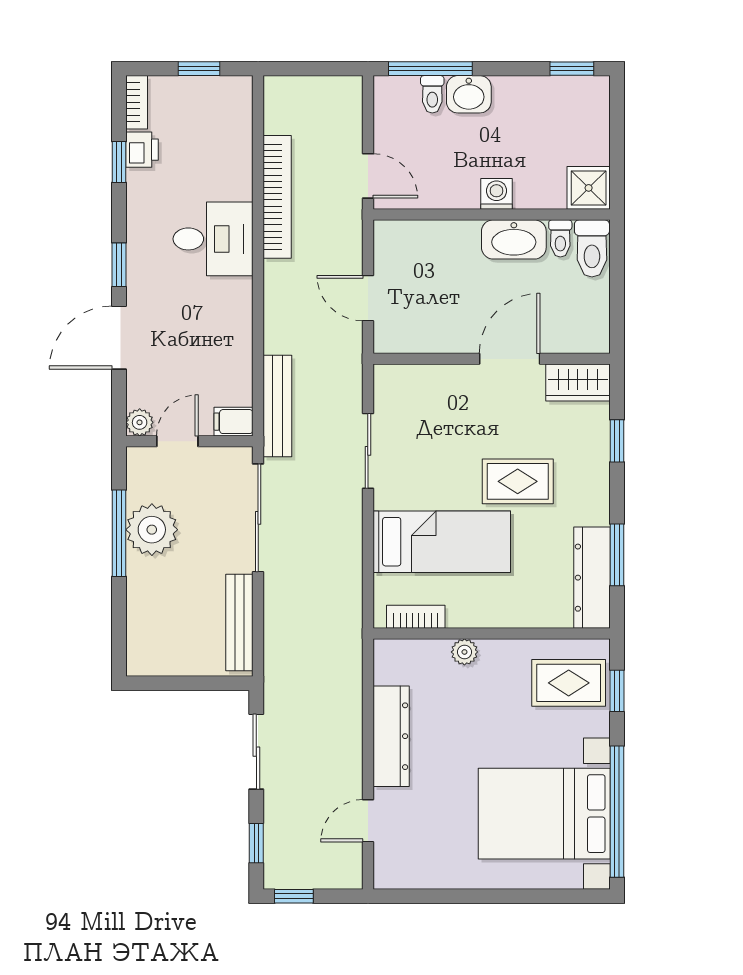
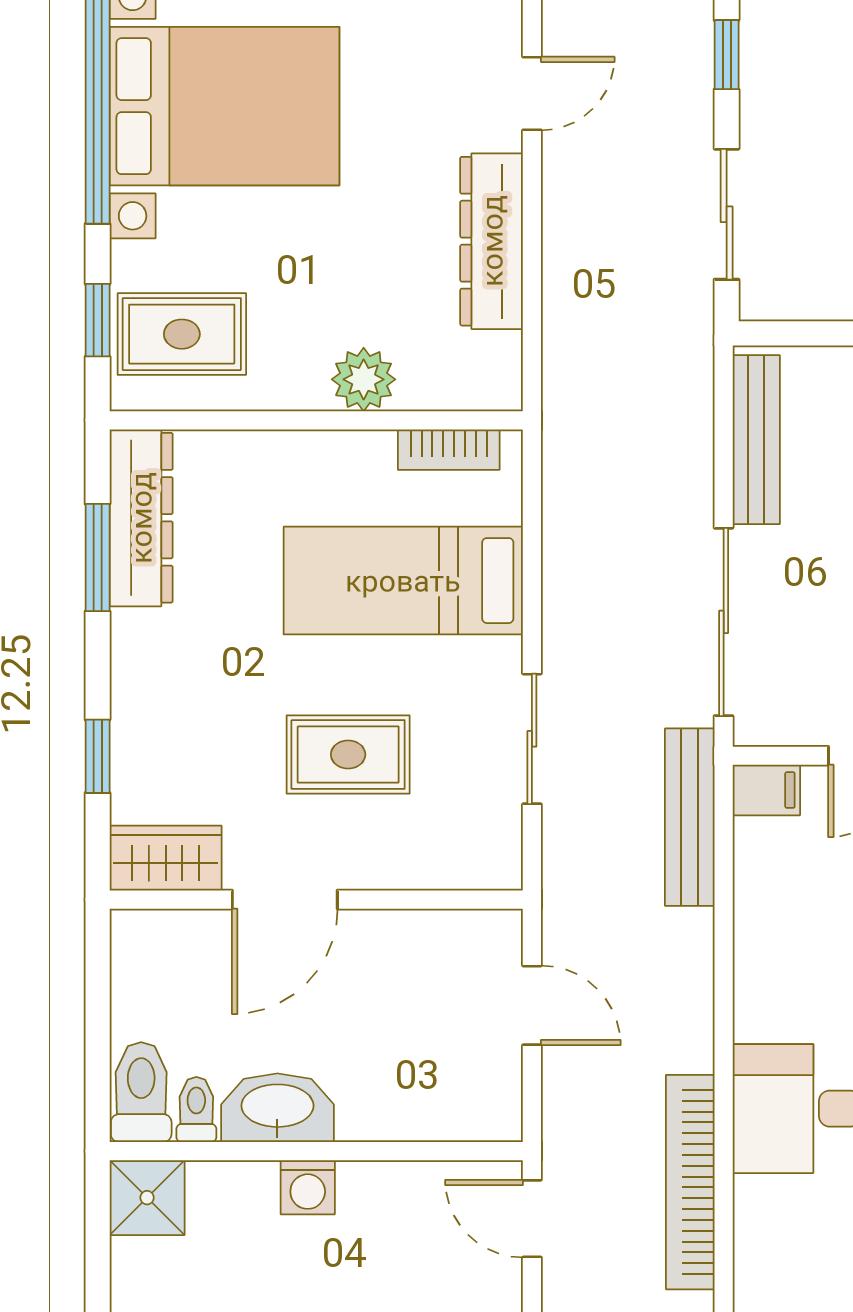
rug: (518, 481) -> (348, 754), moved
plant: (464, 652) -> (364, 379), width x1.38, depth x1.38

